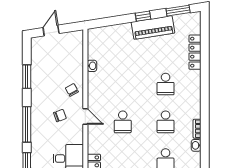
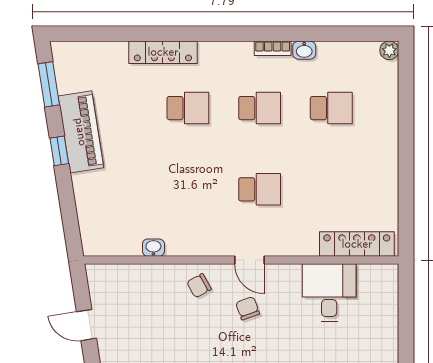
locker: (195, 52) -> (163, 52), moved
door: (85, 116) -> (249, 260), swing flipped

